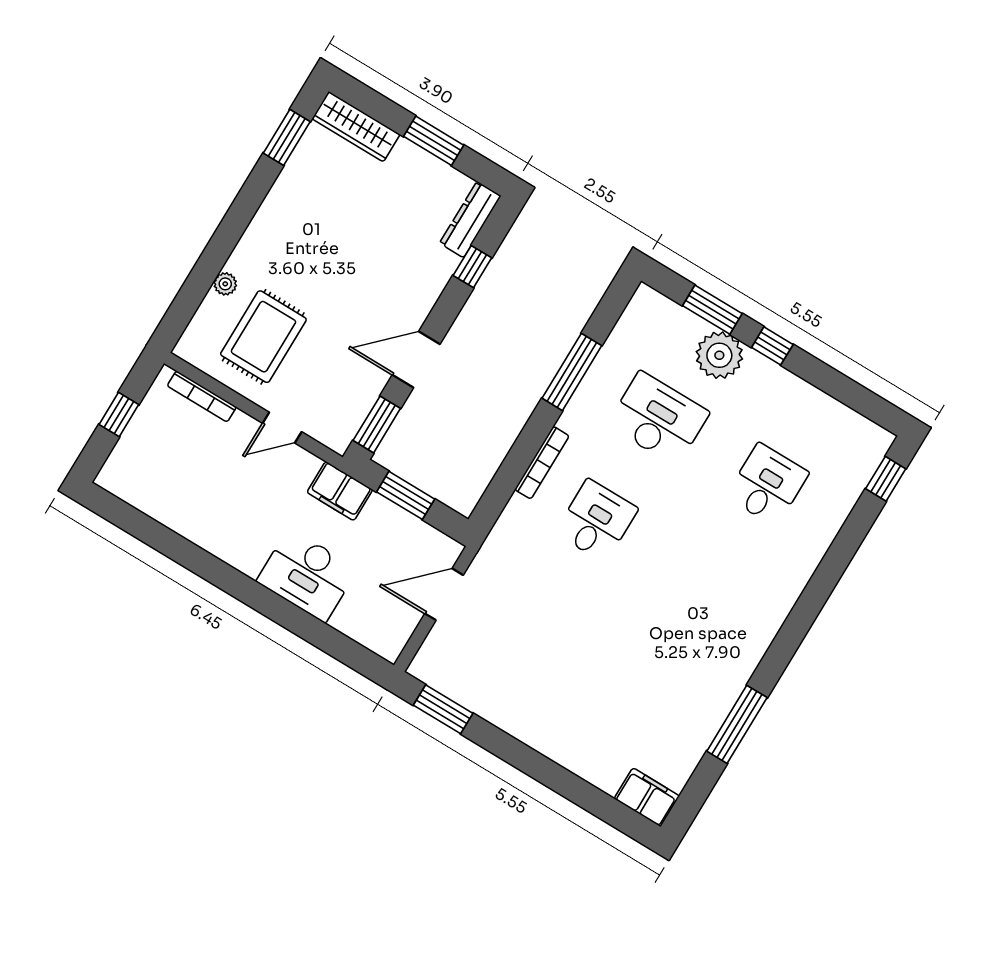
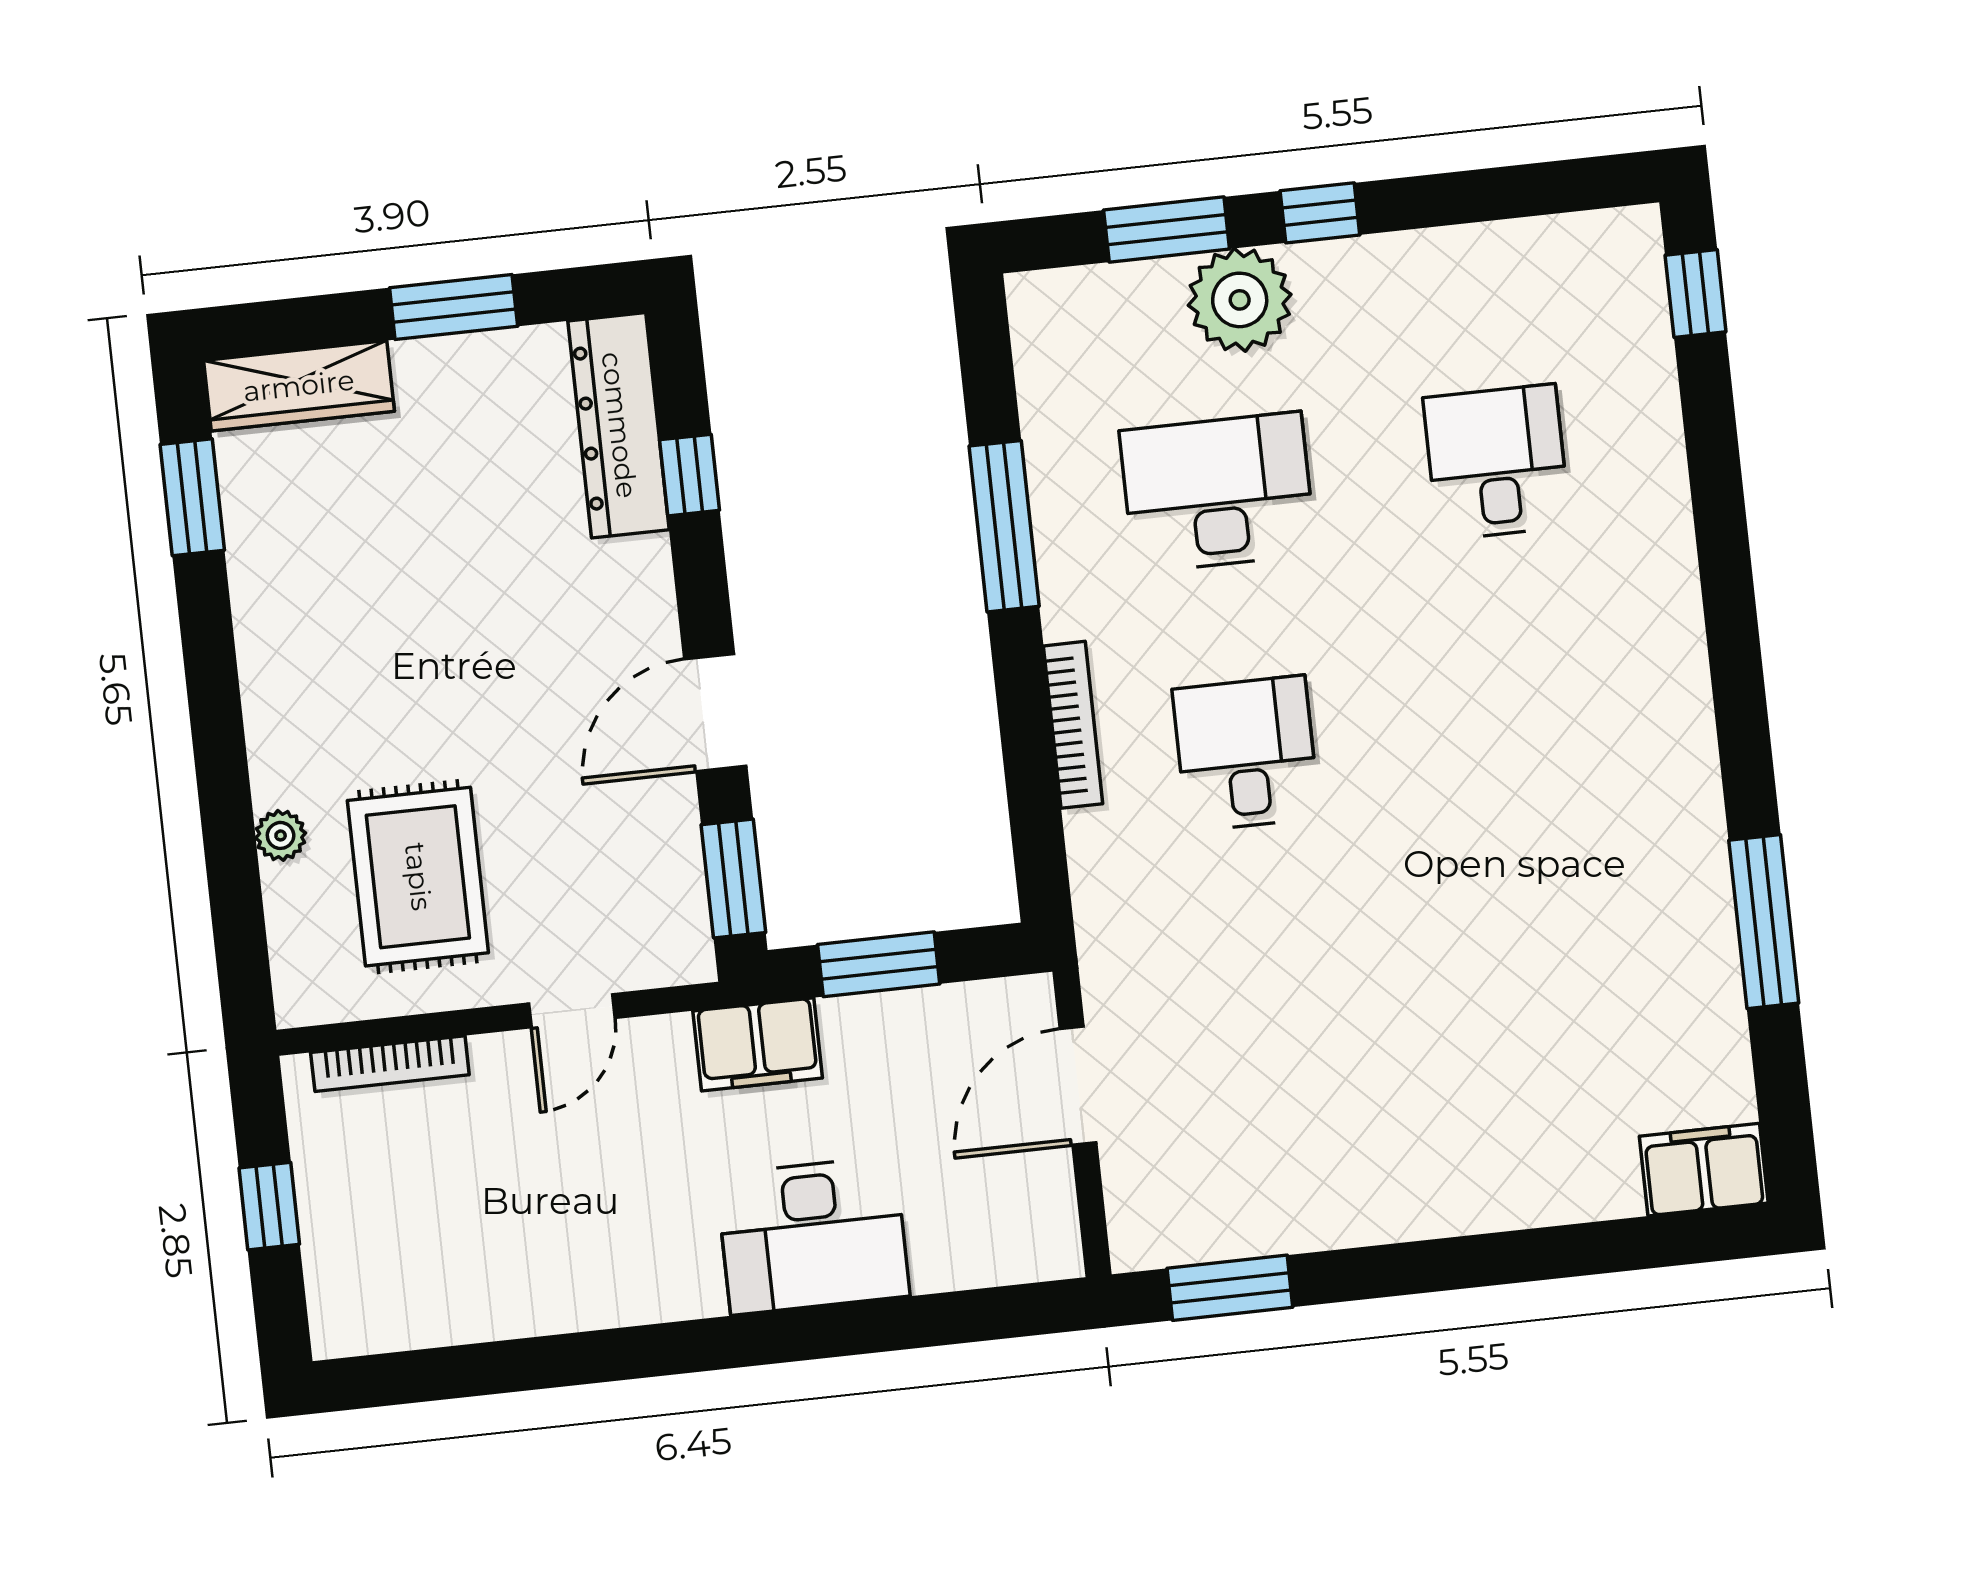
dresser: (470, 220) -> (619, 425), width x1.37, depth x1.24

